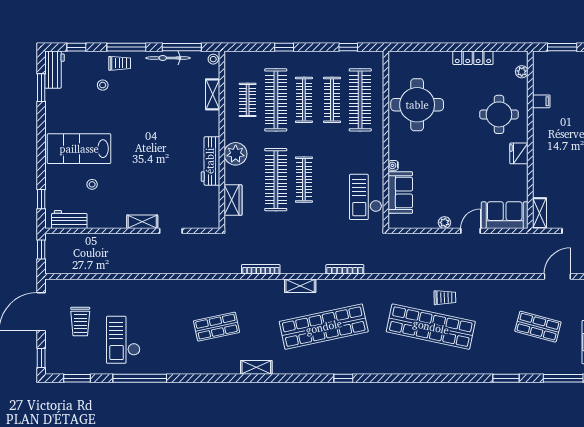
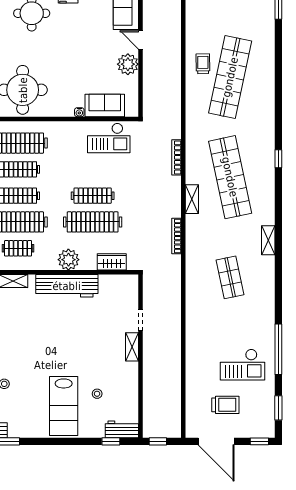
workbench: (210, 161) -> (67, 286), width x1.36, depth x1.32
workbench: (69, 220) -> (122, 429), moved, turned 90
plant: (444, 223) -> (128, 64), width x1.88, depth x1.88

